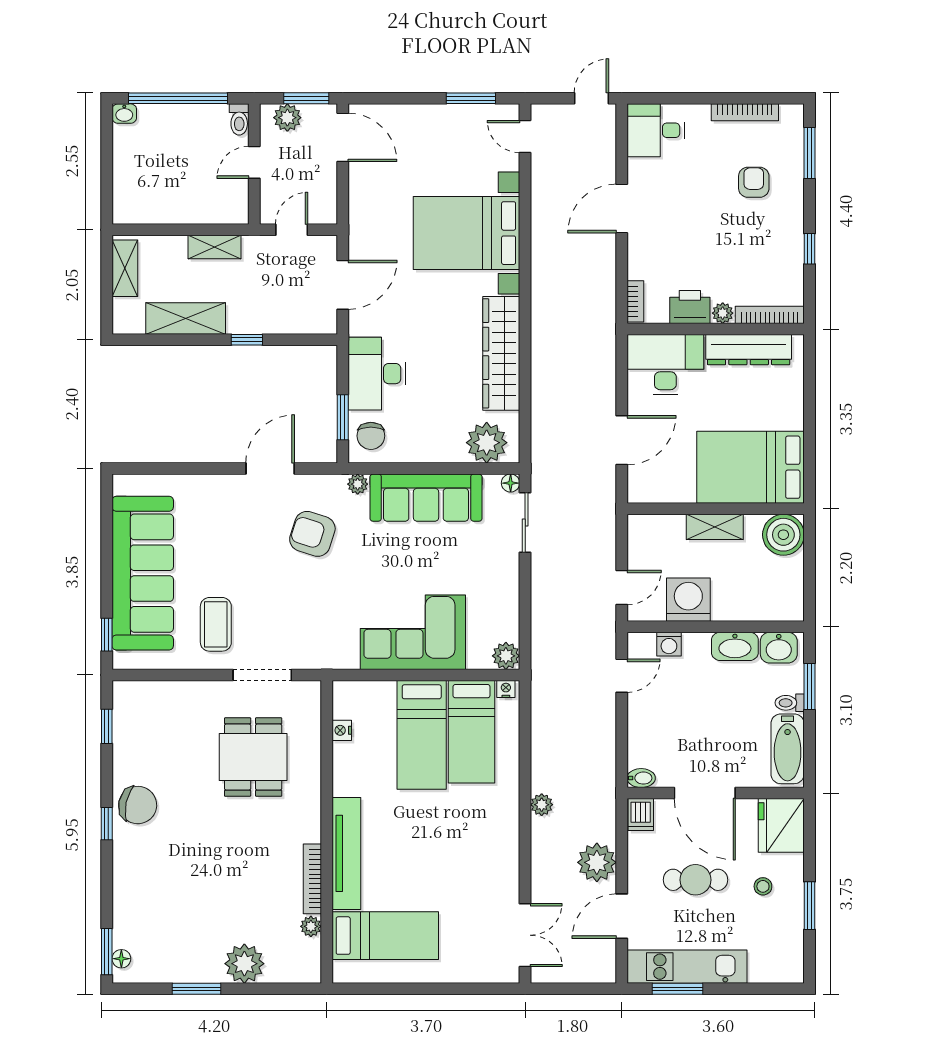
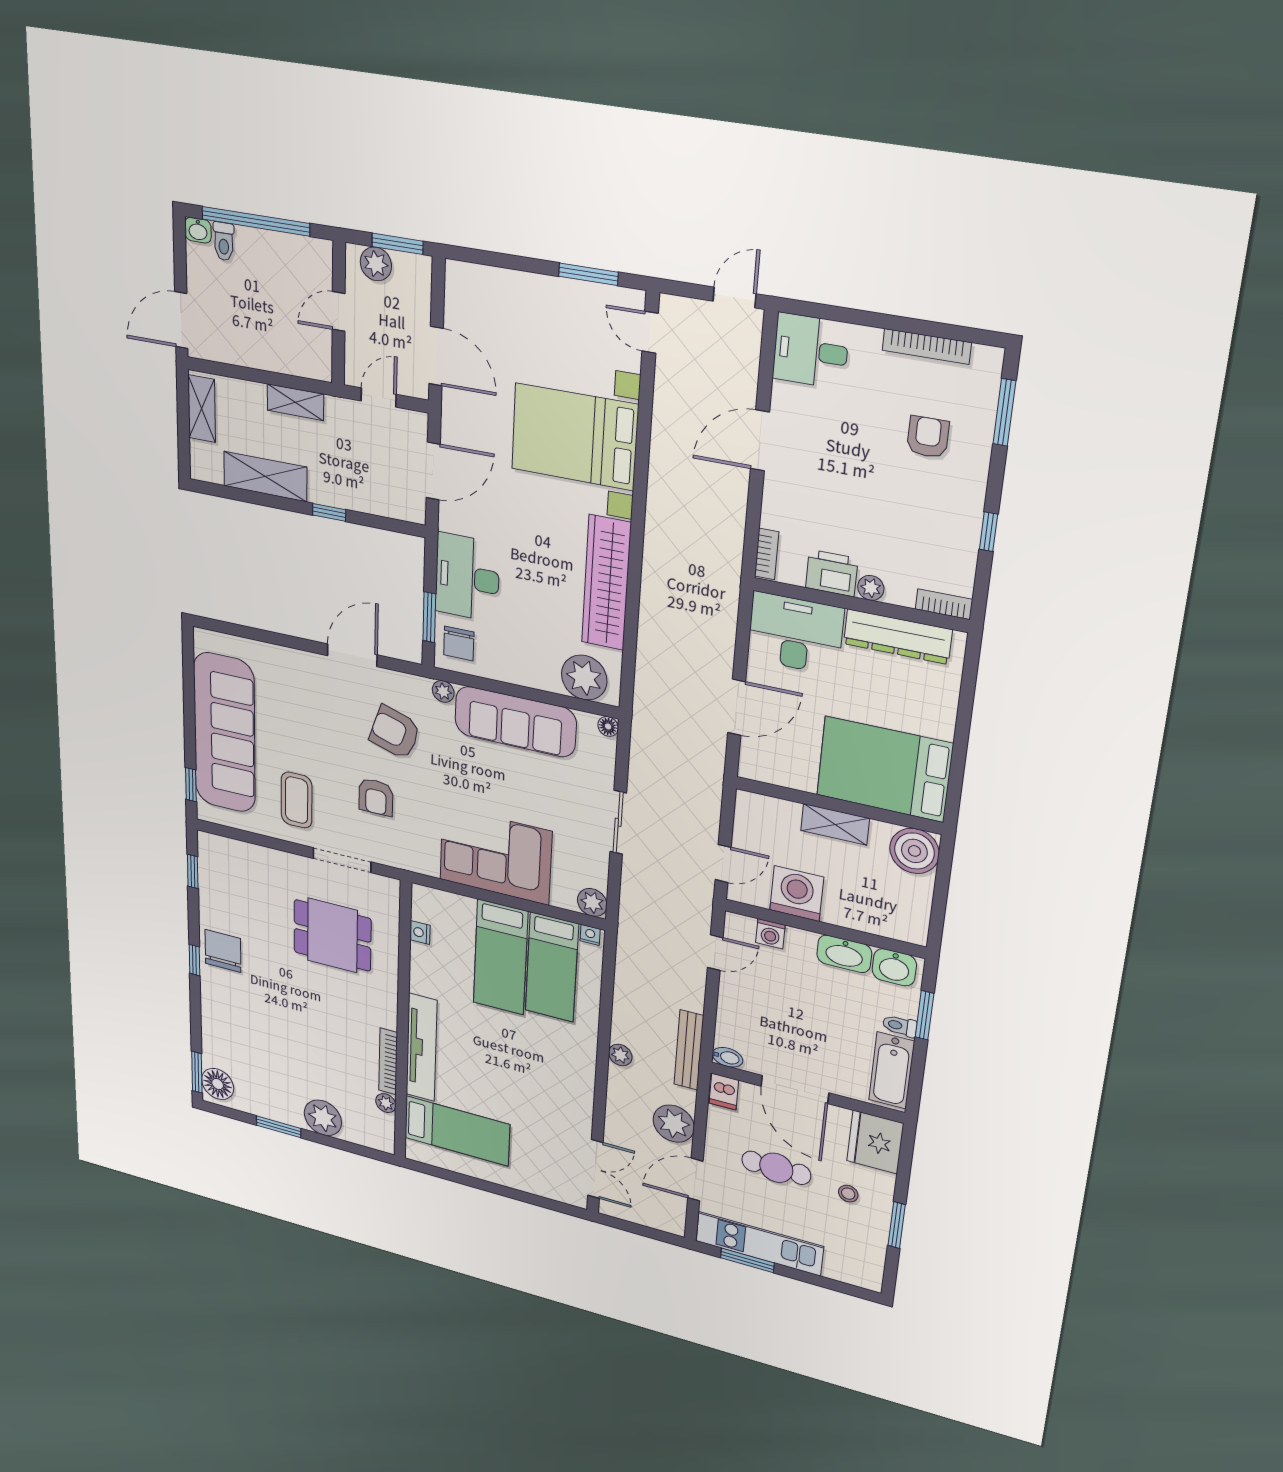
toilet: (239, 119) -> (224, 241), moved
door: (343, 137) -> (436, 356), moved
door: (107, 193) -> (181, 320), added
bookcase: (770, 315) -> (944, 604), width x0.64
sliding door: (525, 522) -> (618, 822), moved
armchair: (295, 602) -> (376, 797), added
dining table: (253, 757) -> (332, 935), turned 90
bench: (605, 781) -> (689, 1050), added
chair: (138, 805) -> (223, 951), turned -102
floor lamp: (121, 959) -> (218, 1084), width x1.89, depth x1.89

